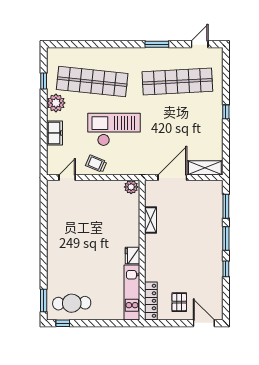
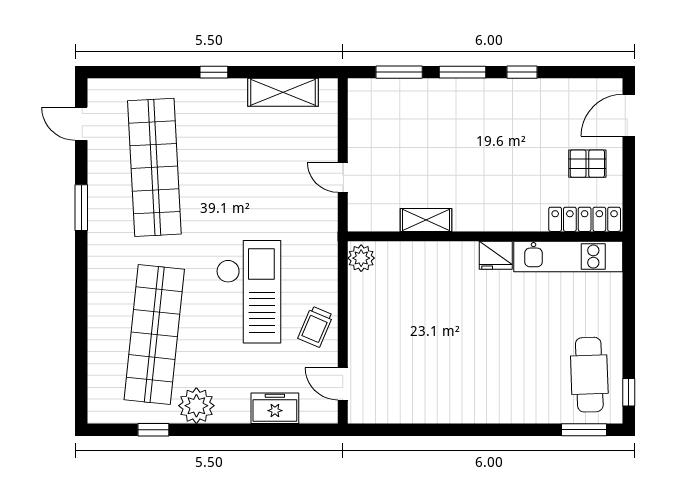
checkout: (114, 130) -> (249, 292), turned 180
freezer: (55, 133) -> (275, 408), moved
shelving: (205, 168) -> (283, 92), moved, turned 90
door: (172, 178) -> (343, 177), width x0.53

